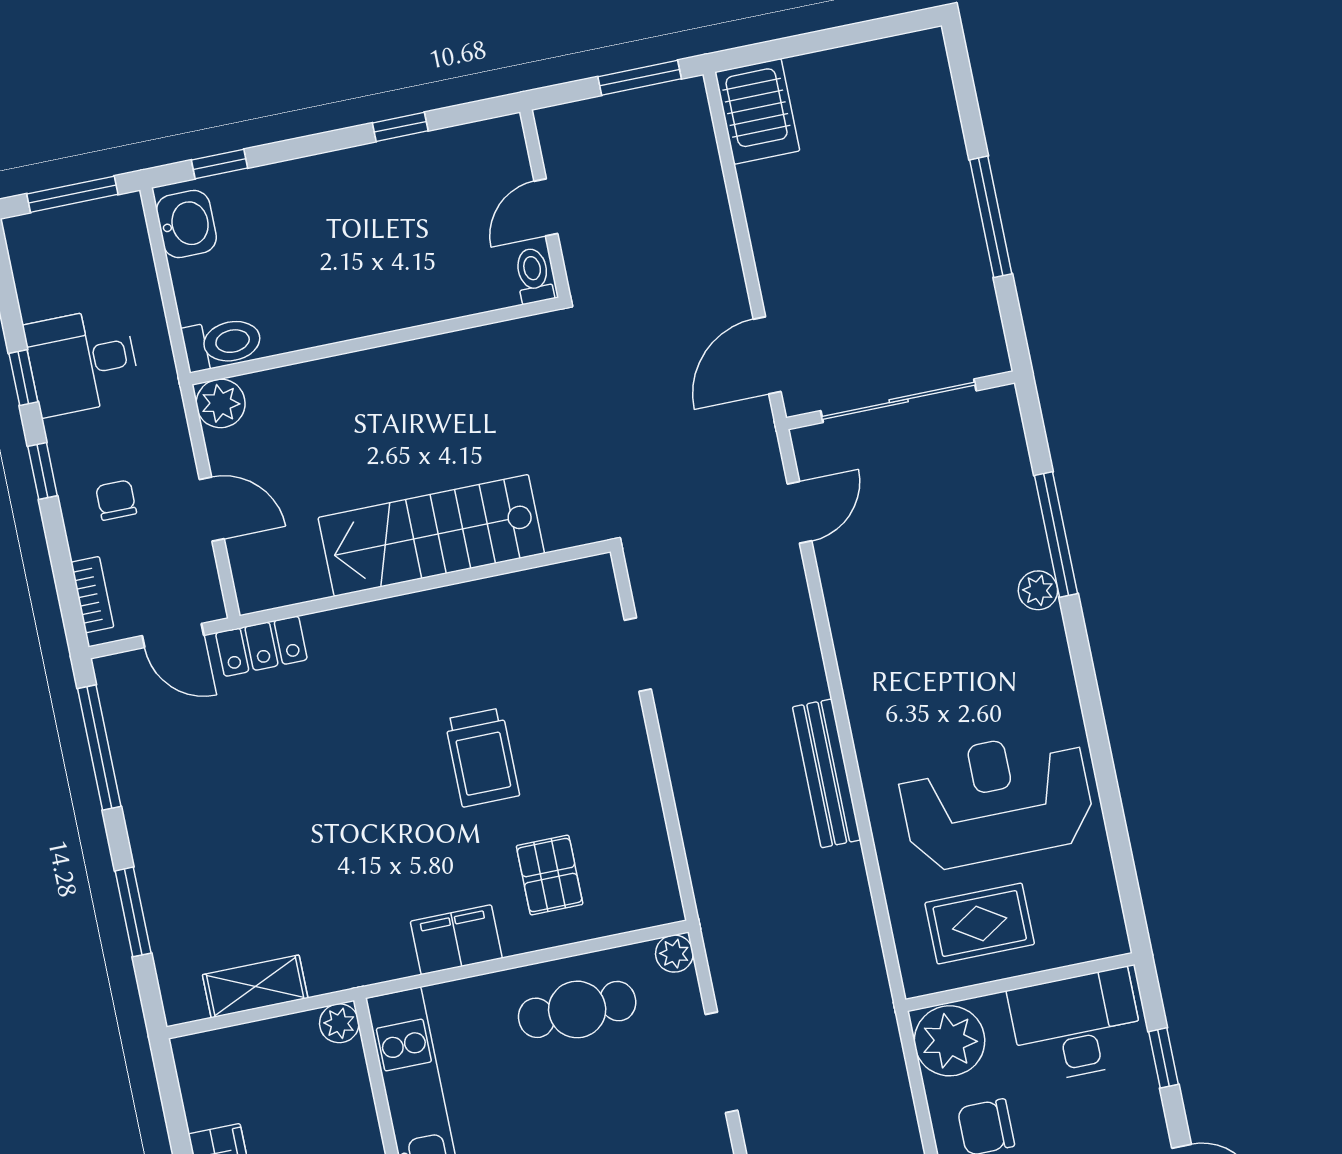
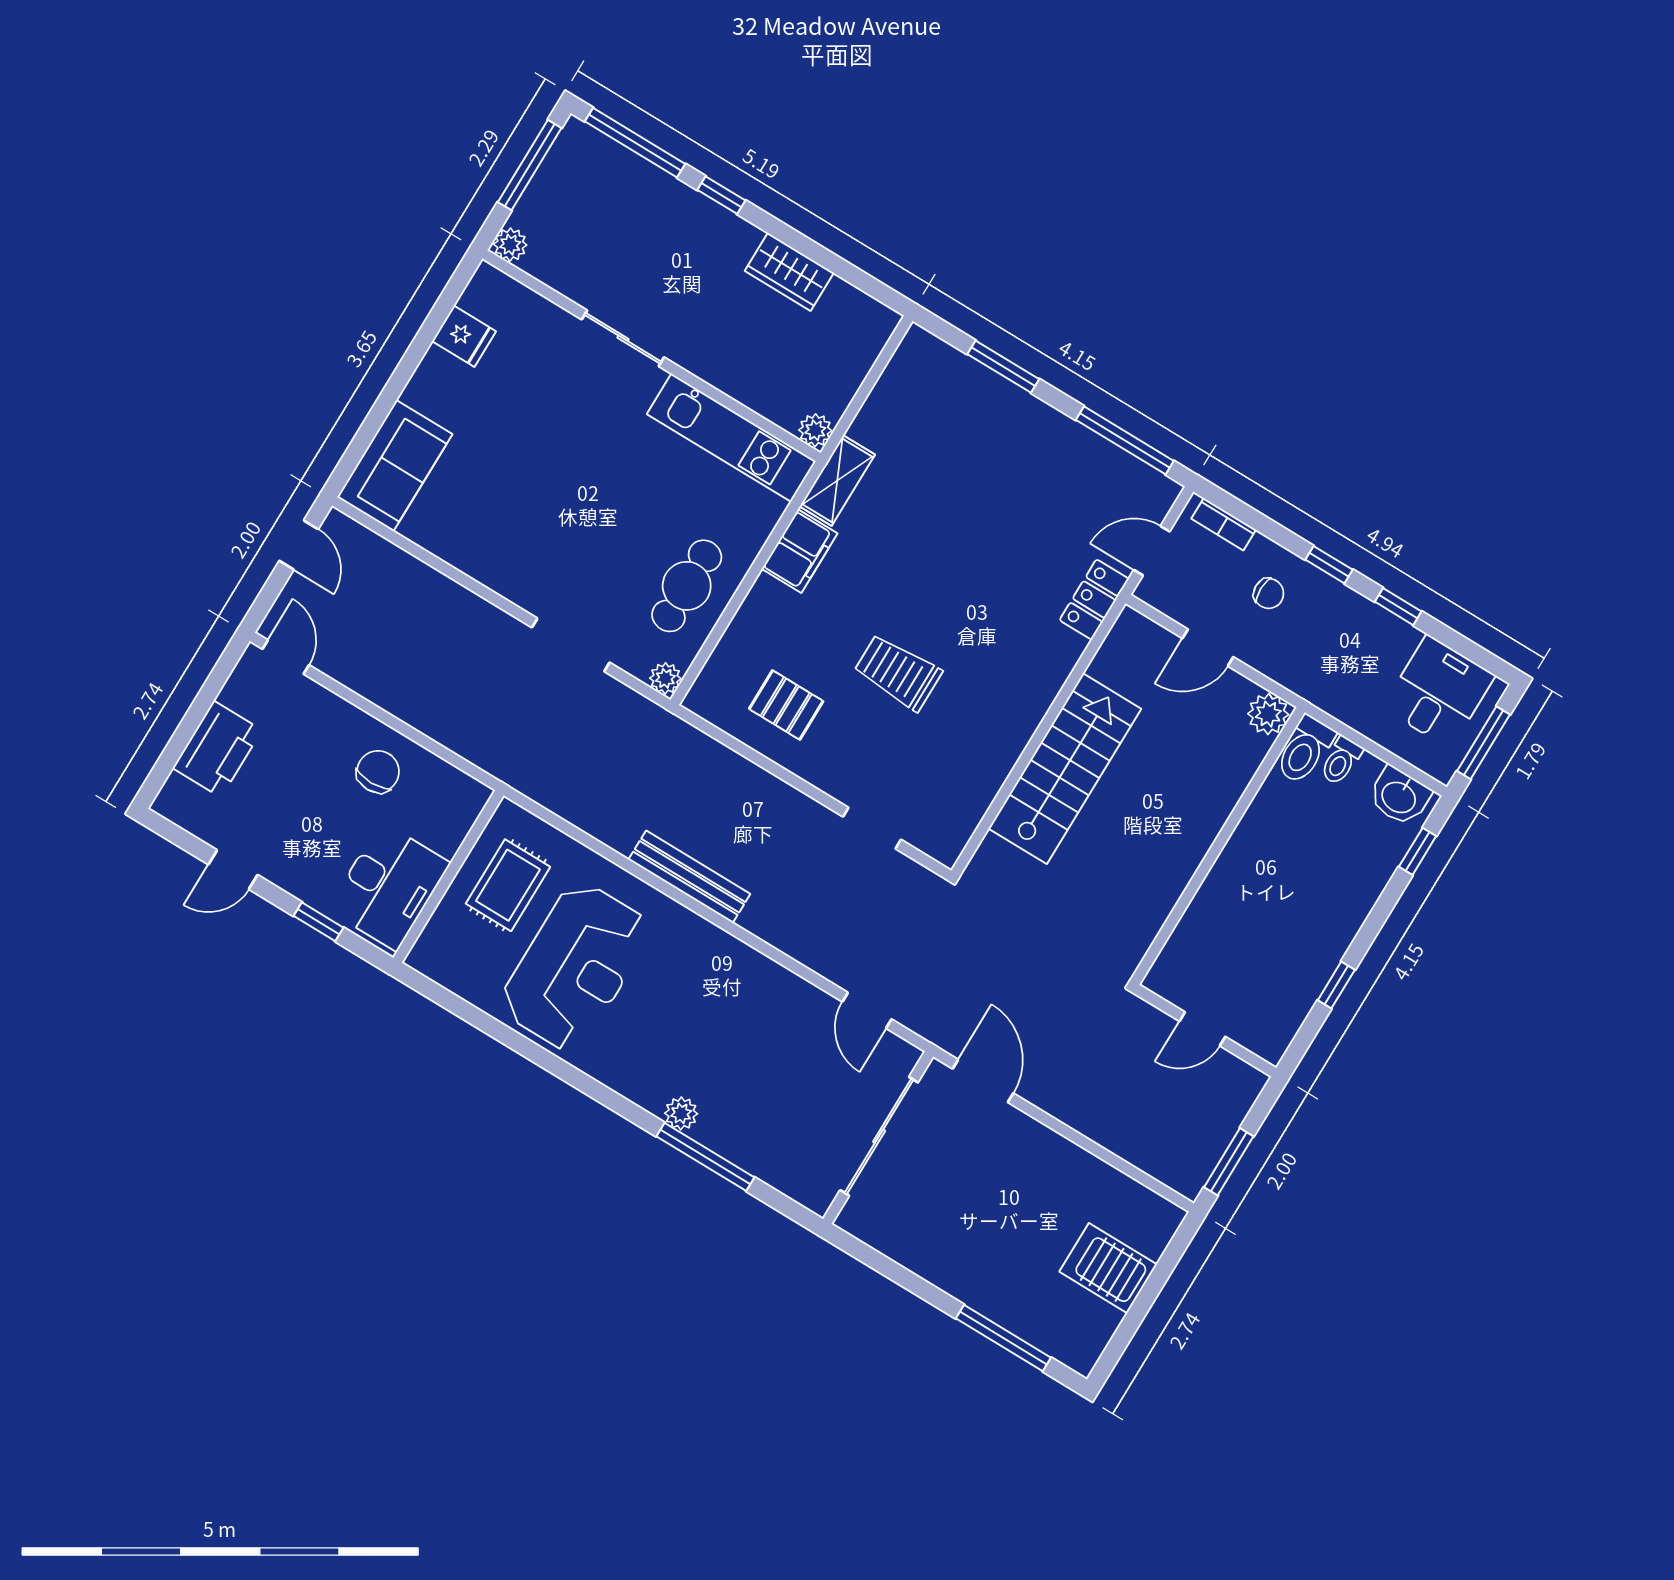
server rack: (757, 111) -> (1108, 1268), moved
door: (546, 207) -> (1202, 1029), swing flipped
window: (991, 217) -> (1003, 1338), moved
toilet: (534, 276) -> (1341, 761), moved, turned 90
desk: (82, 362) -> (1439, 692), moved
pallet: (550, 875) -> (786, 705), moved
shelving: (255, 986) -> (837, 480), moved
plant: (950, 1041) -> (453, 799), removed

